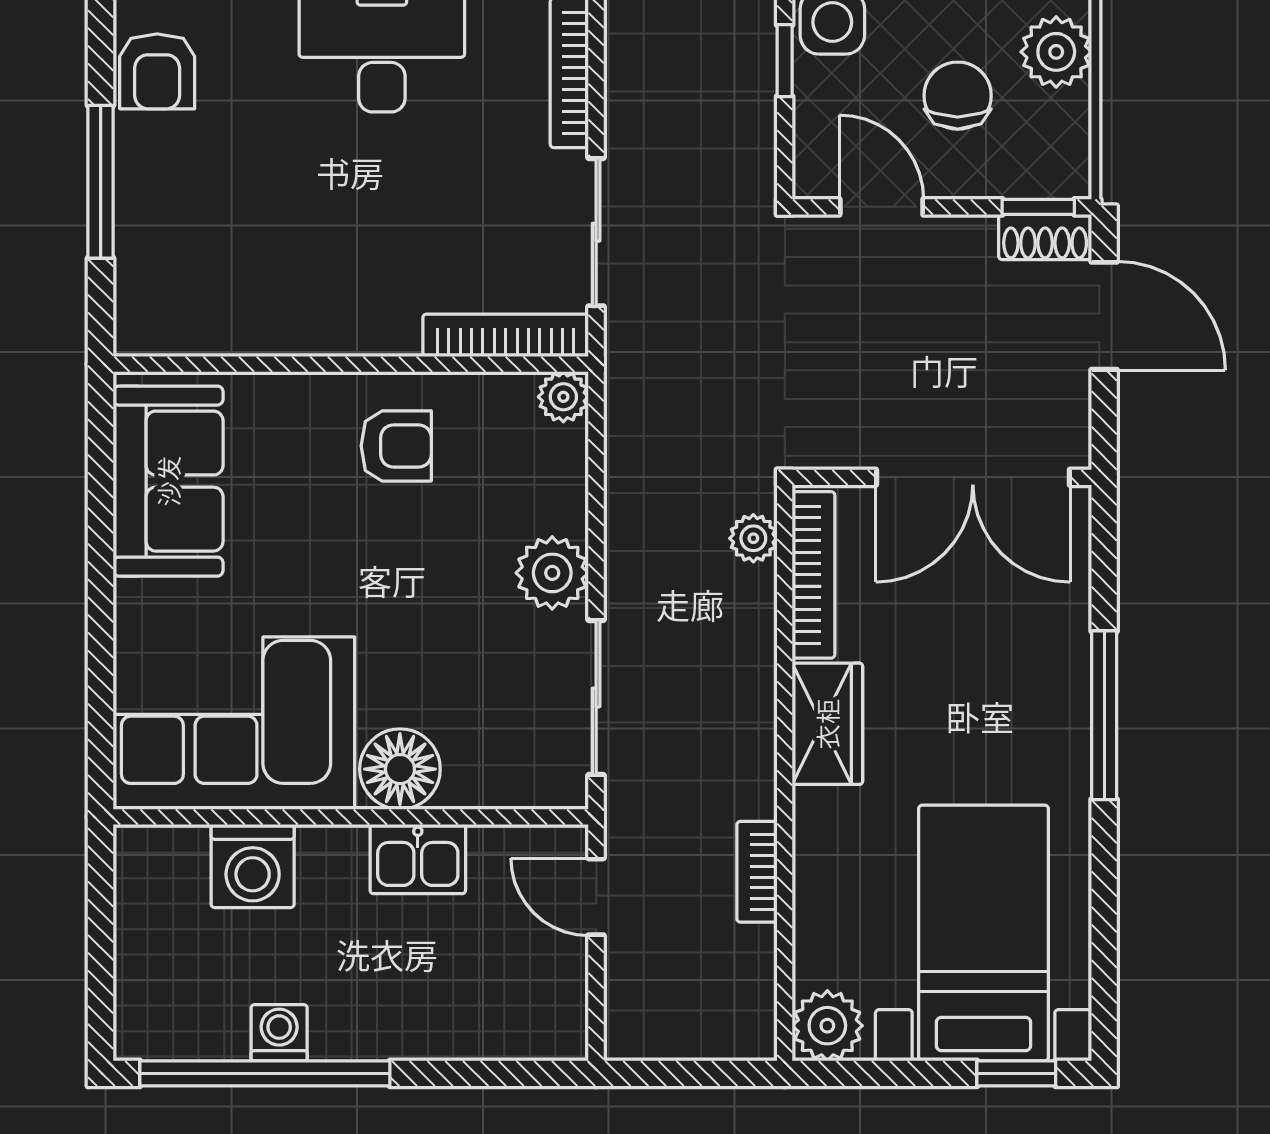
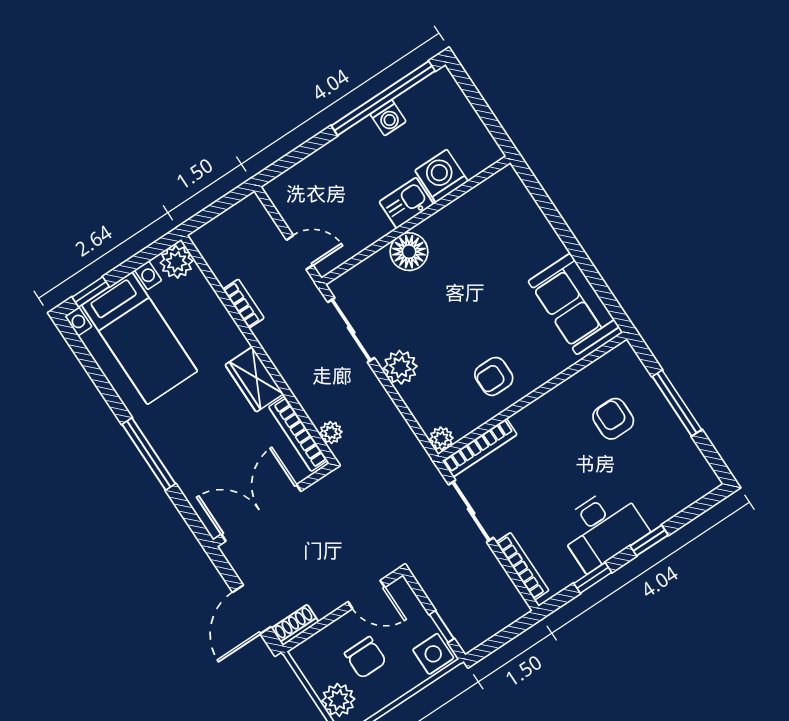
armchair: (157, 71) -> (613, 419), moved
window: (1038, 207) -> (305, 635), removed
door: (1104, 316) -> (252, 610), hinge flipped
corner sofa: (234, 723) -> (486, 227), removed
kitchen sink: (418, 859) -> (406, 203), moved

